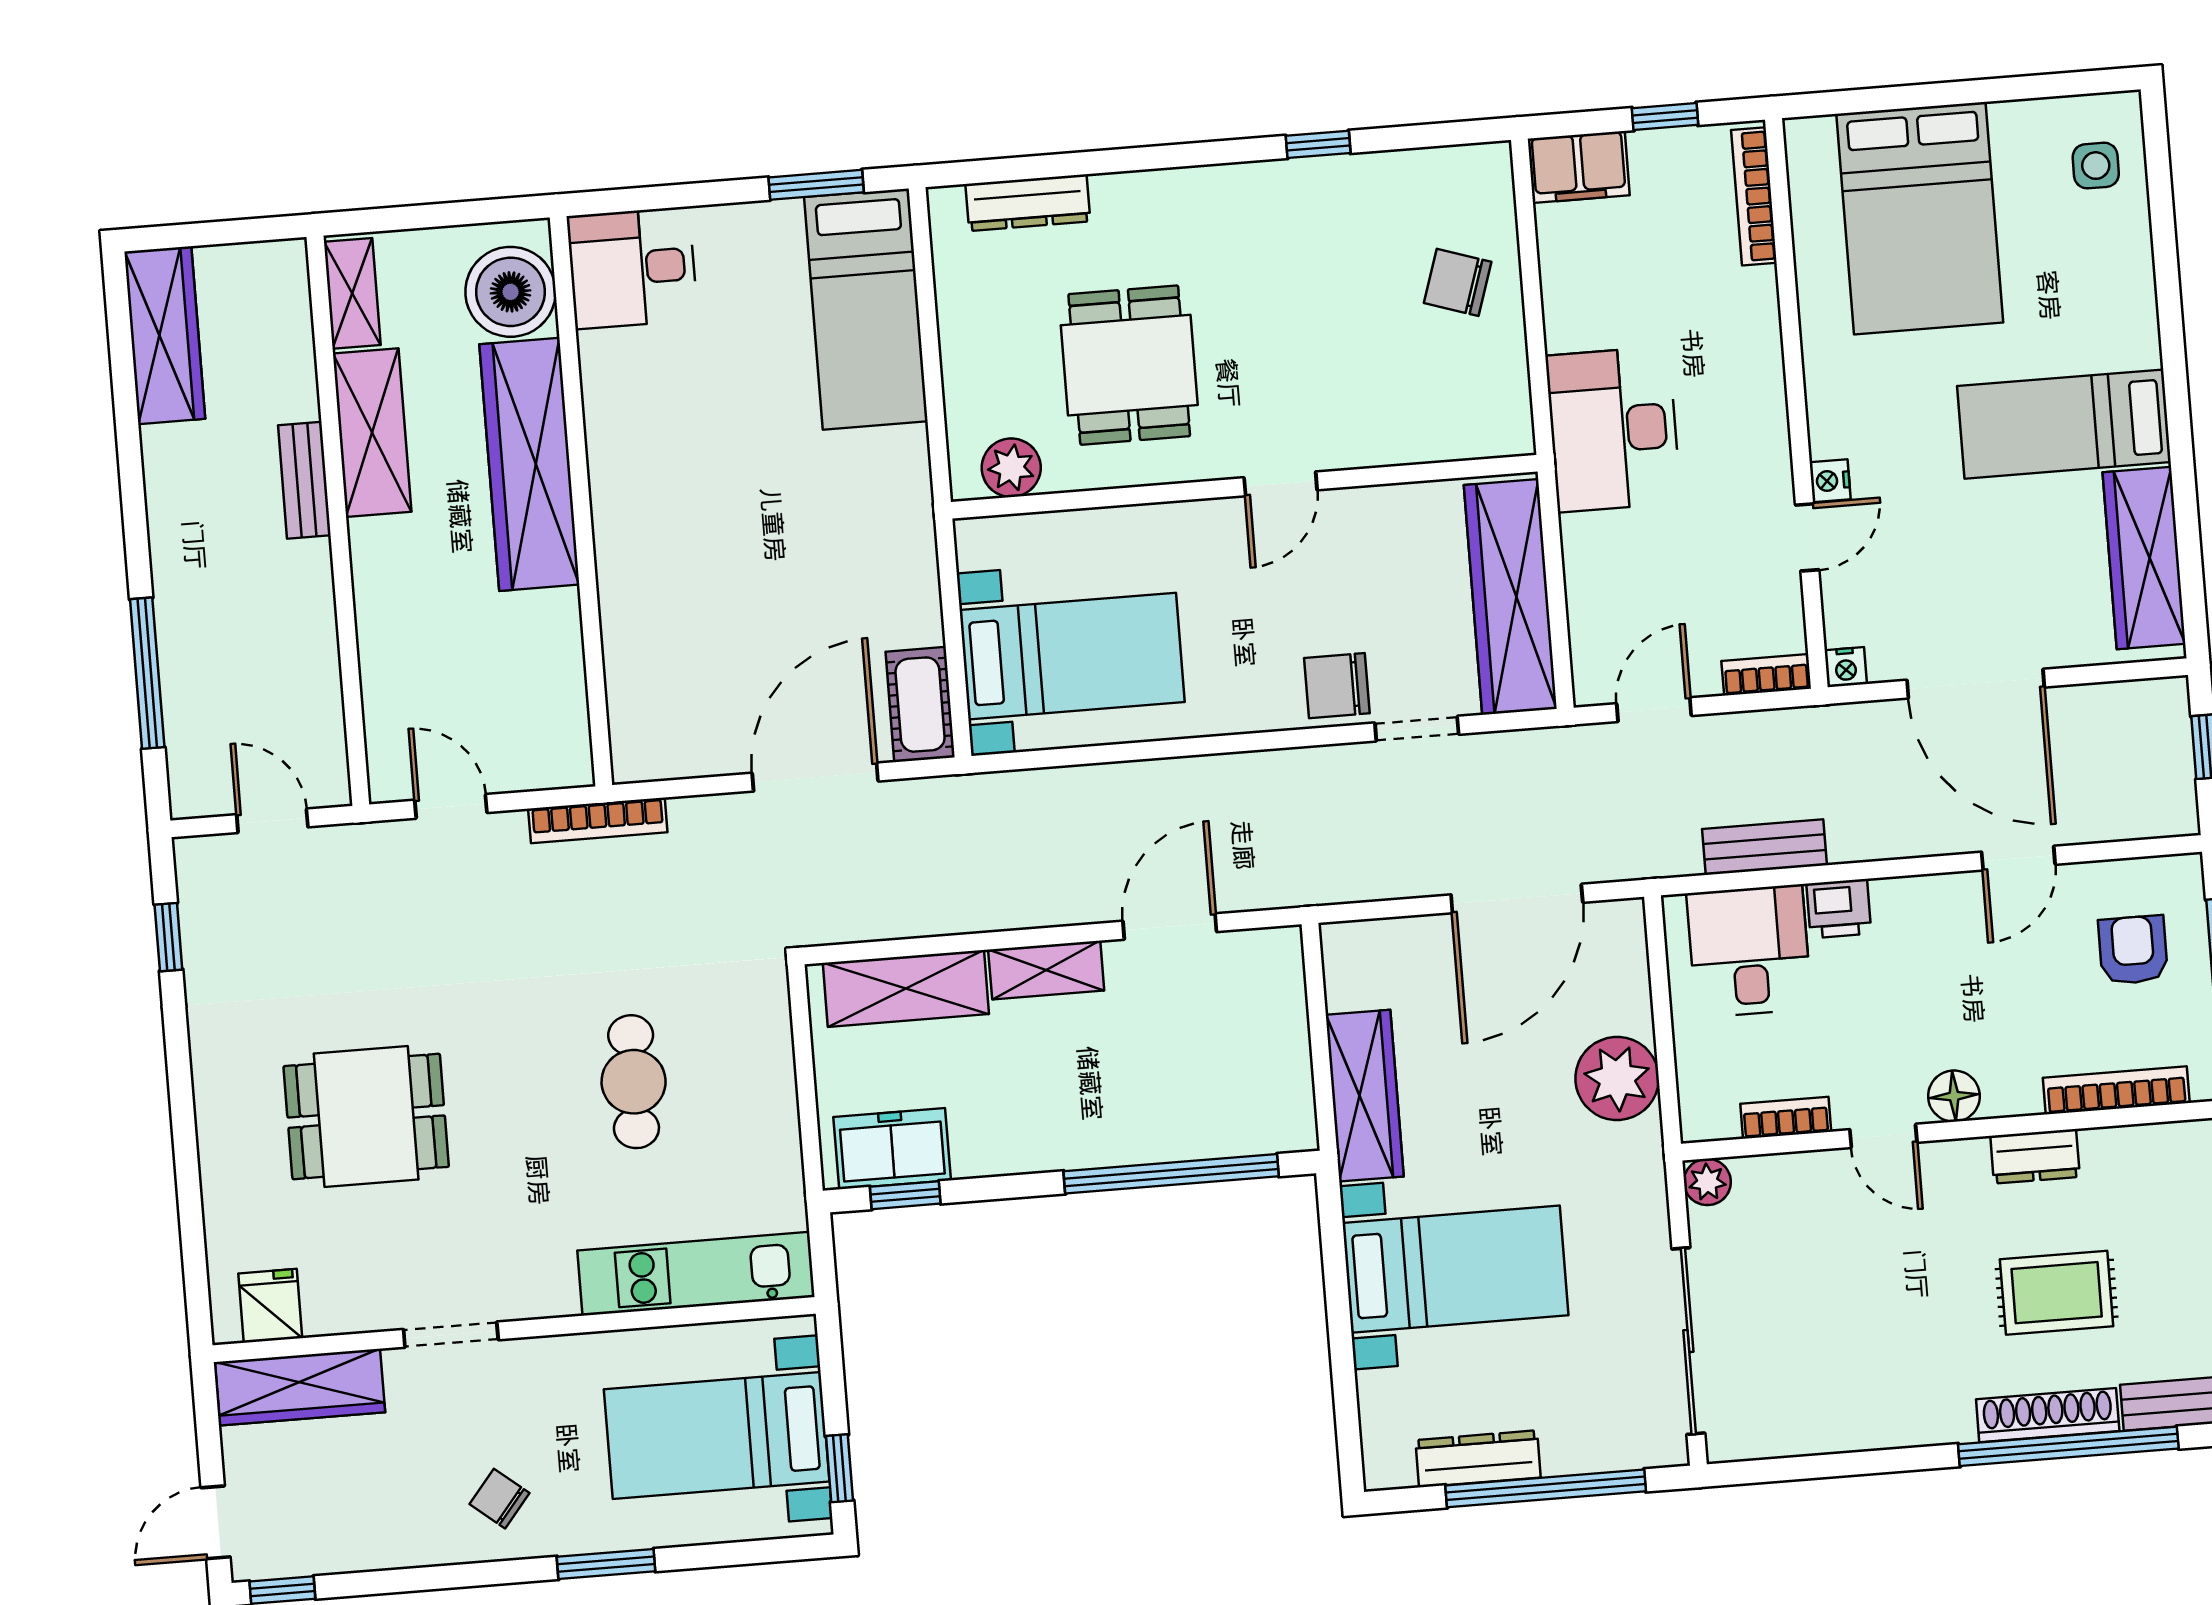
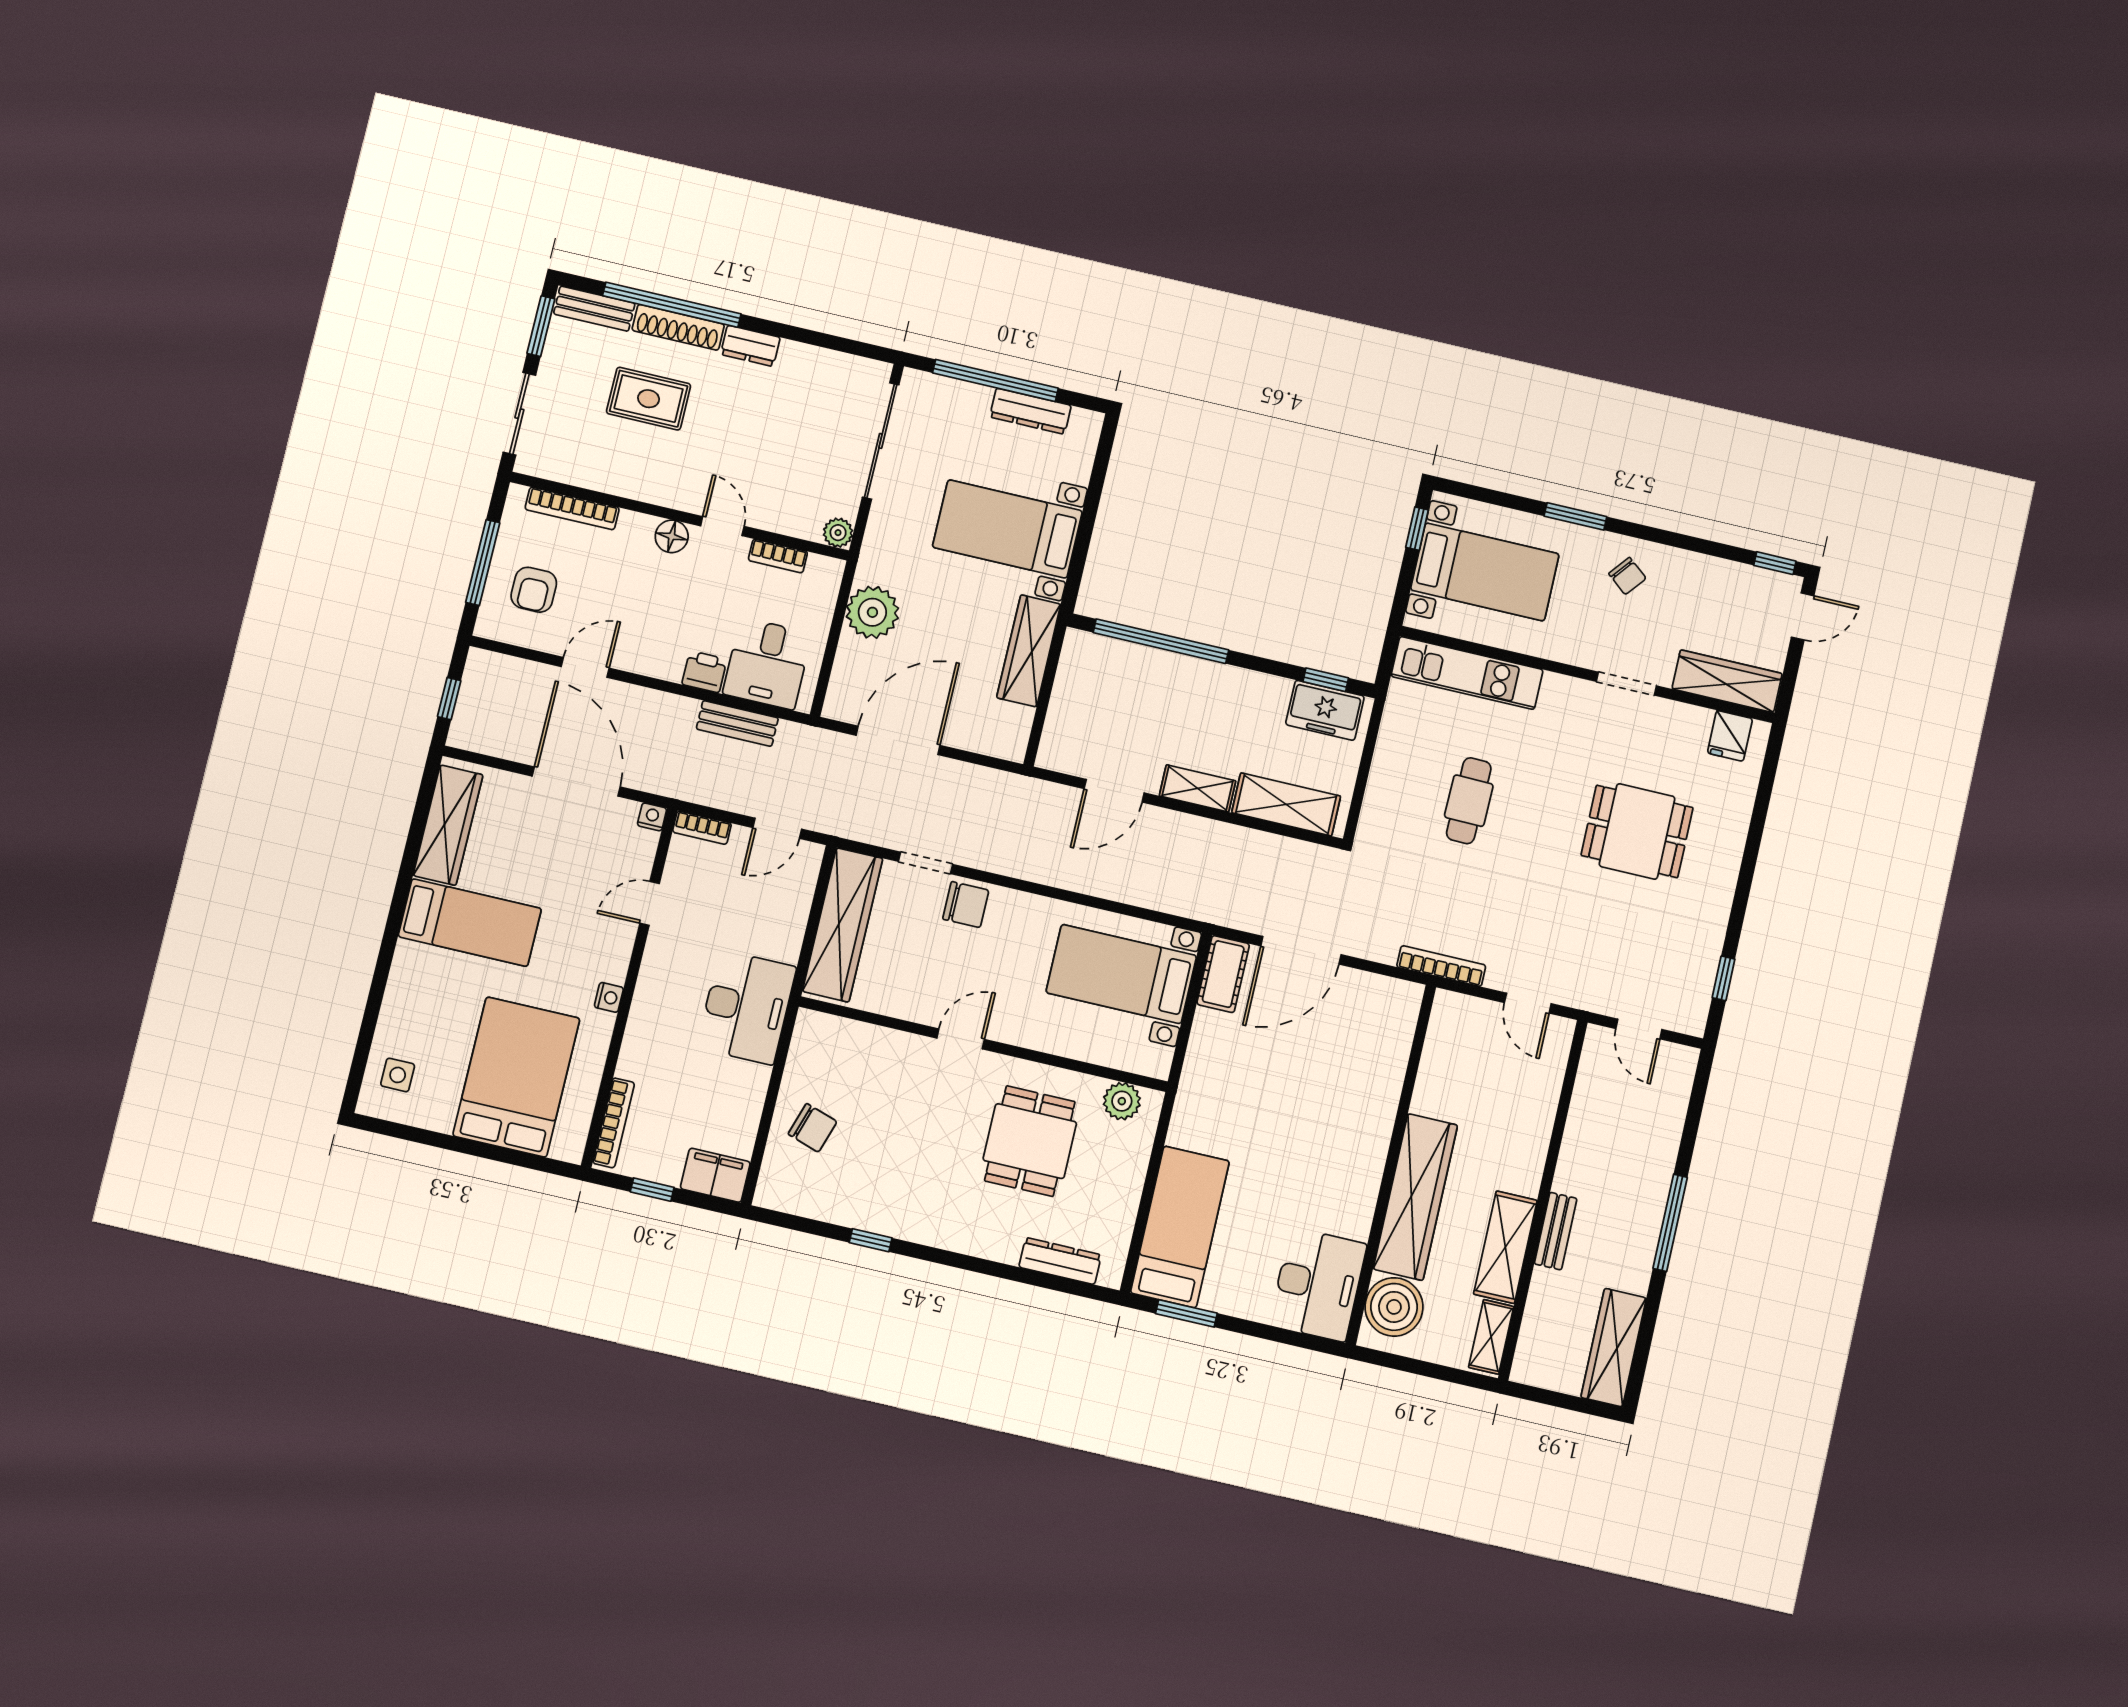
desk: (632, 268) -> (1318, 1285), width x1.37
nightstand: (1830, 481) -> (609, 997), moved
window: (147, 673) -> (1670, 1223), moved
dresser: (2035, 1156) -> (750, 346), moved, turned 180

